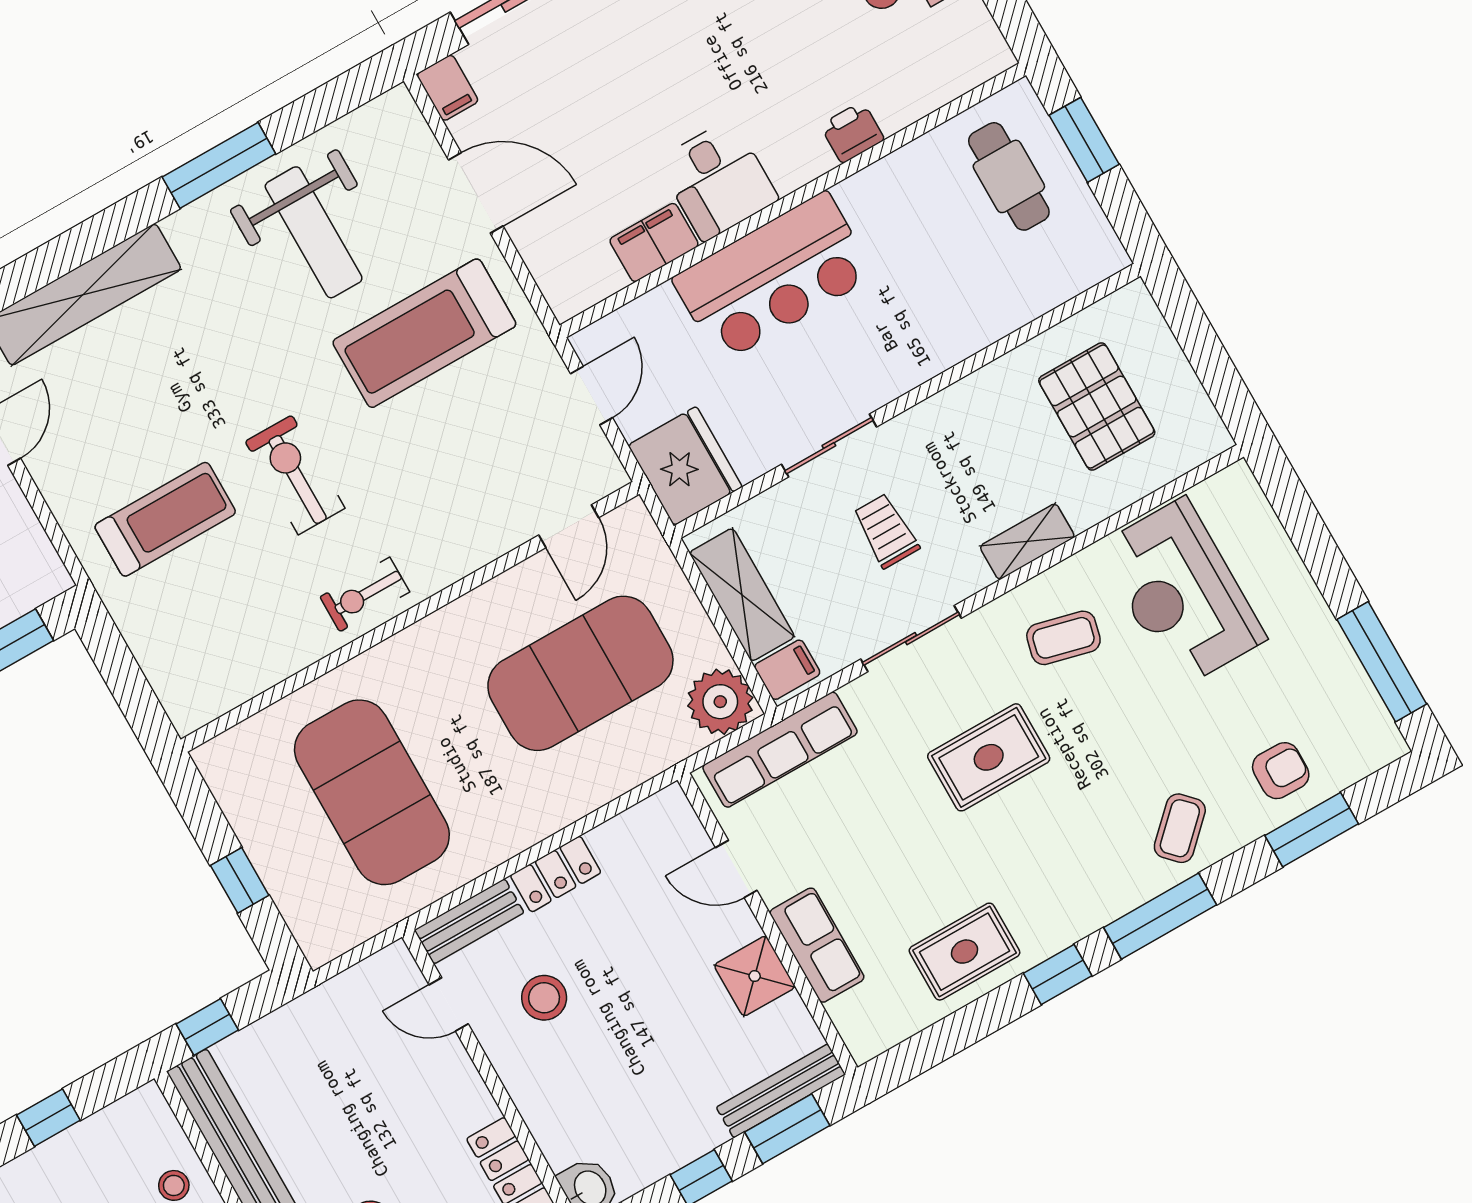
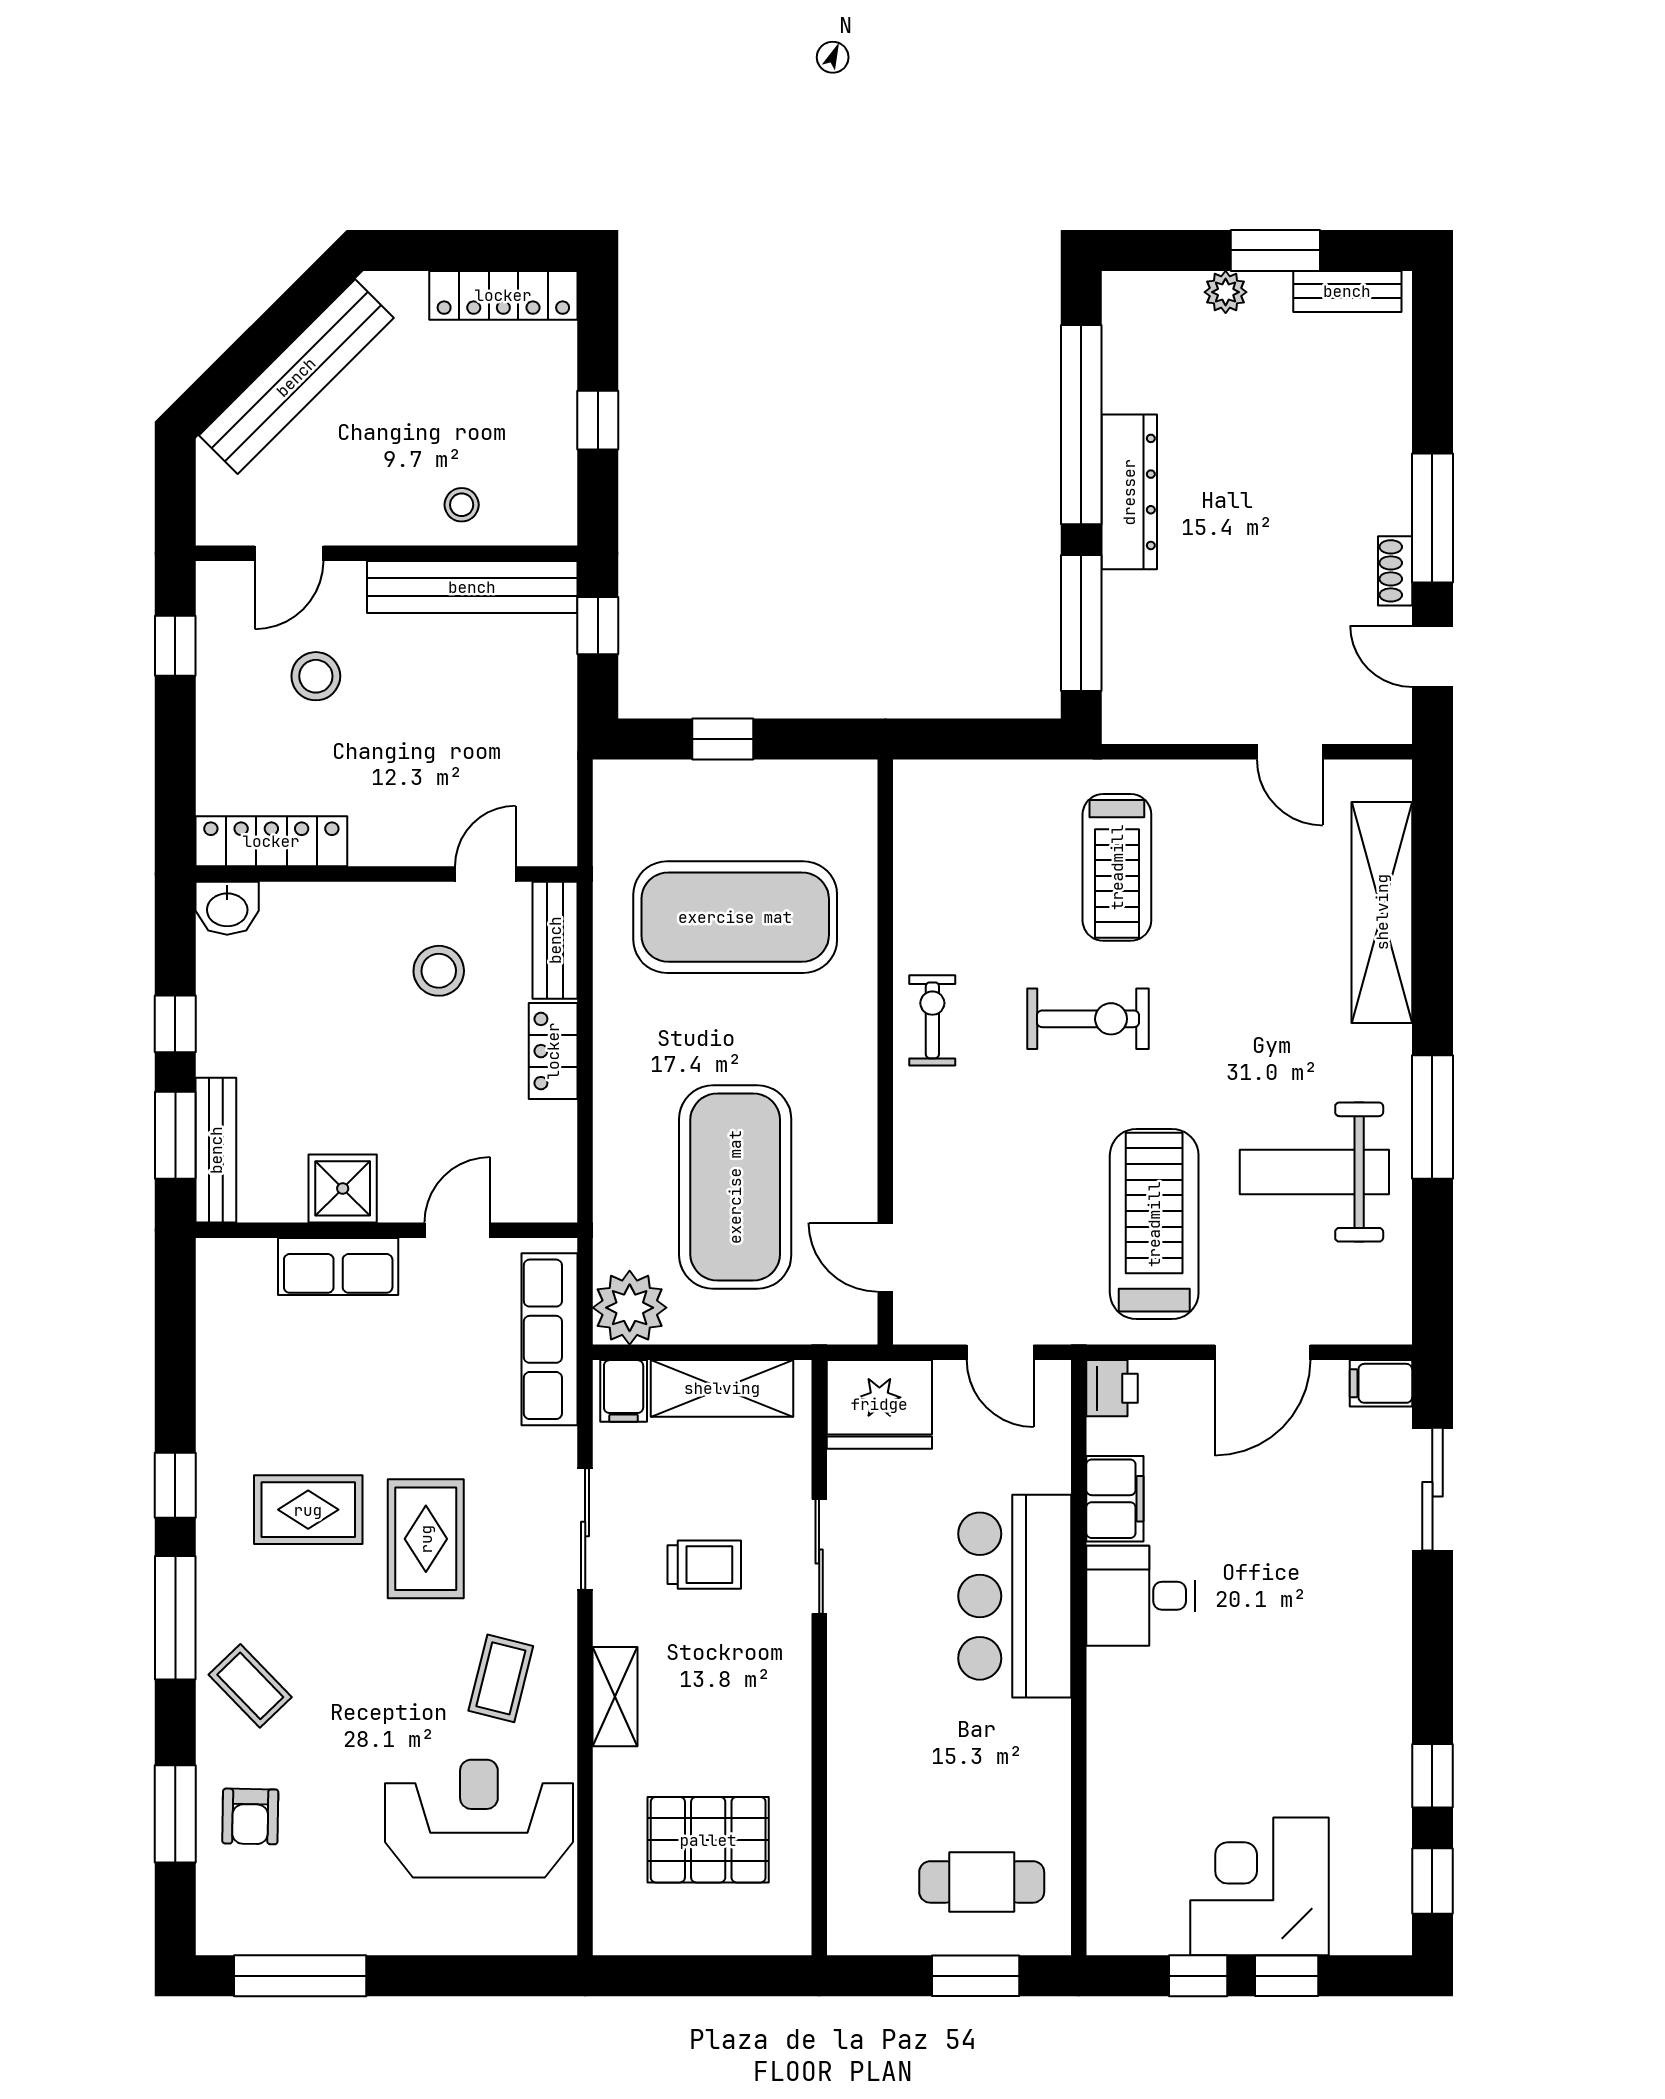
printer: (852, 132) -> (1112, 1388), moved
rug: (965, 952) -> (308, 1510), moved, turned 90

